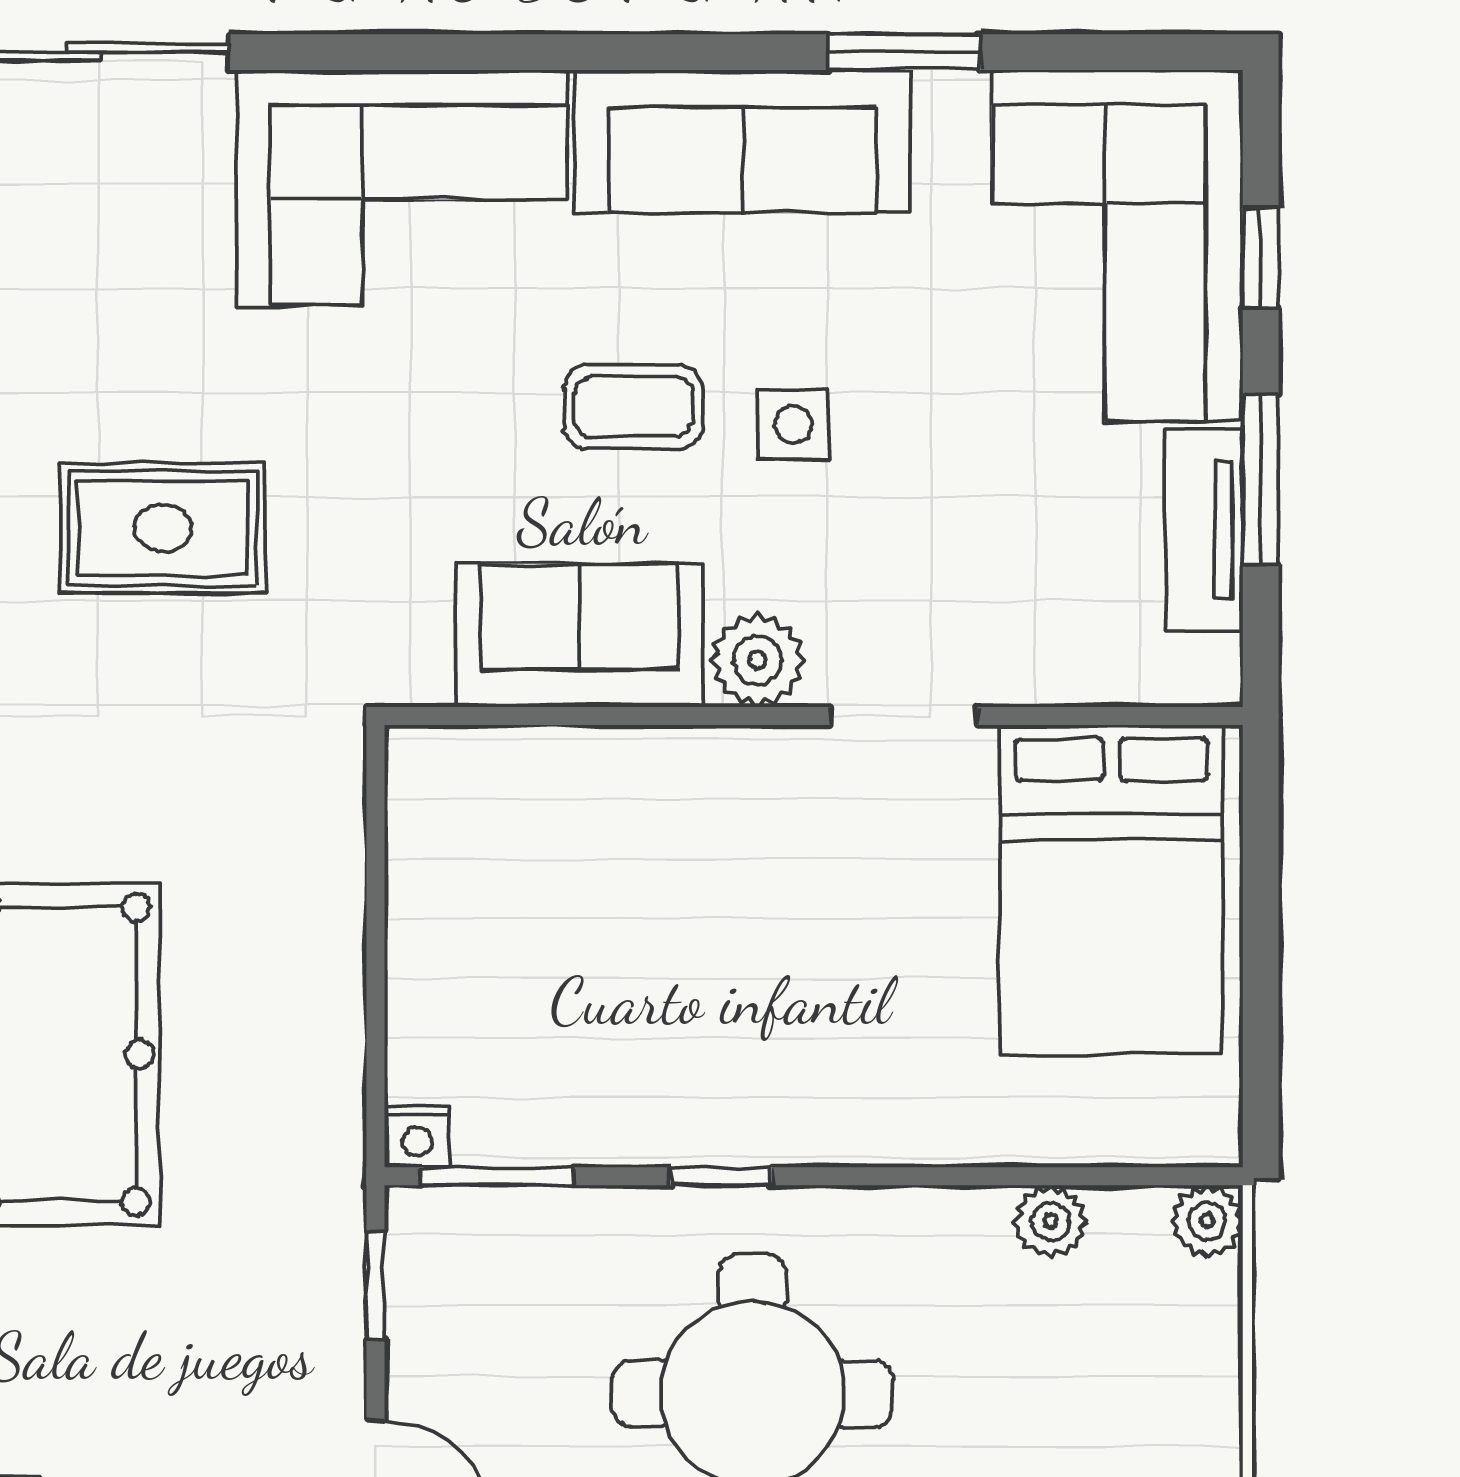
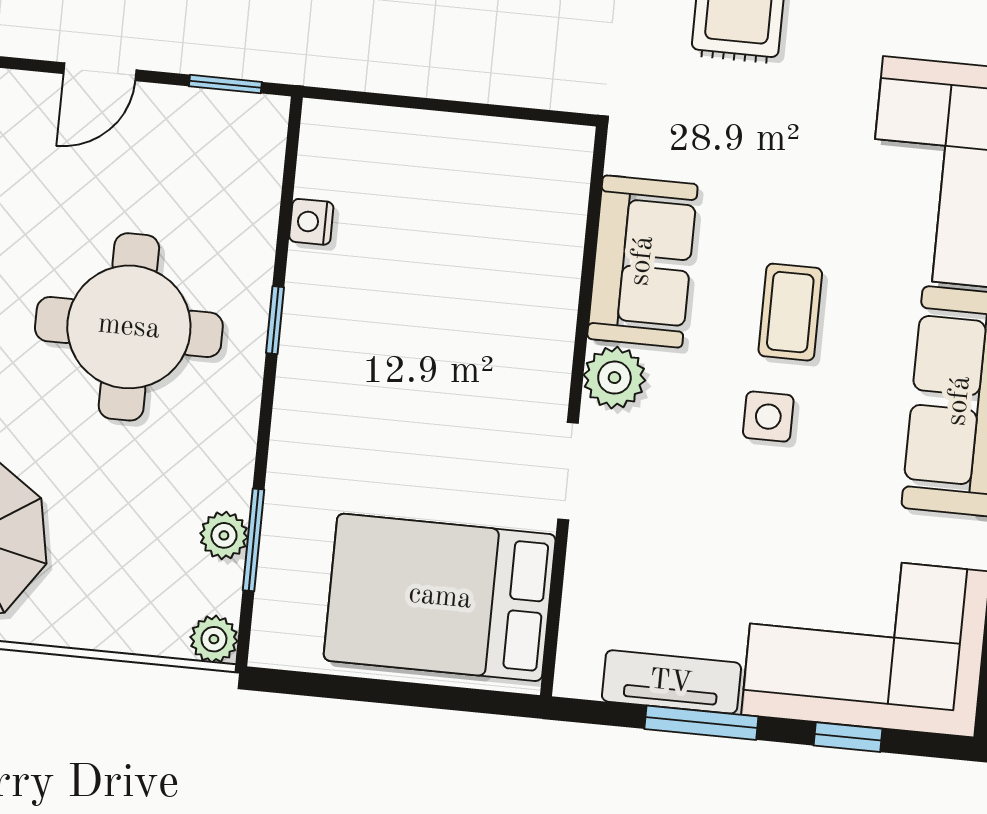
nightstand: (417, 1136) -> (311, 222), moved
window: (497, 1176) -> (254, 540), moved

